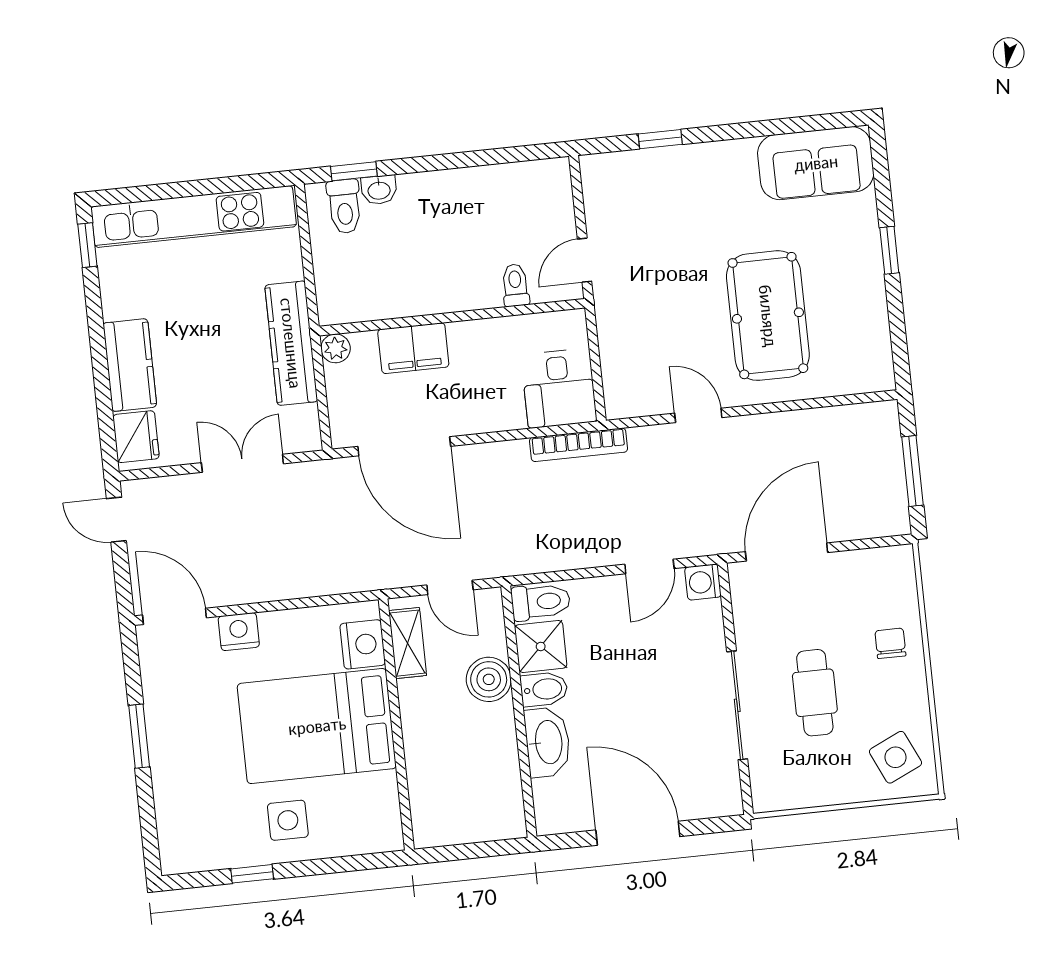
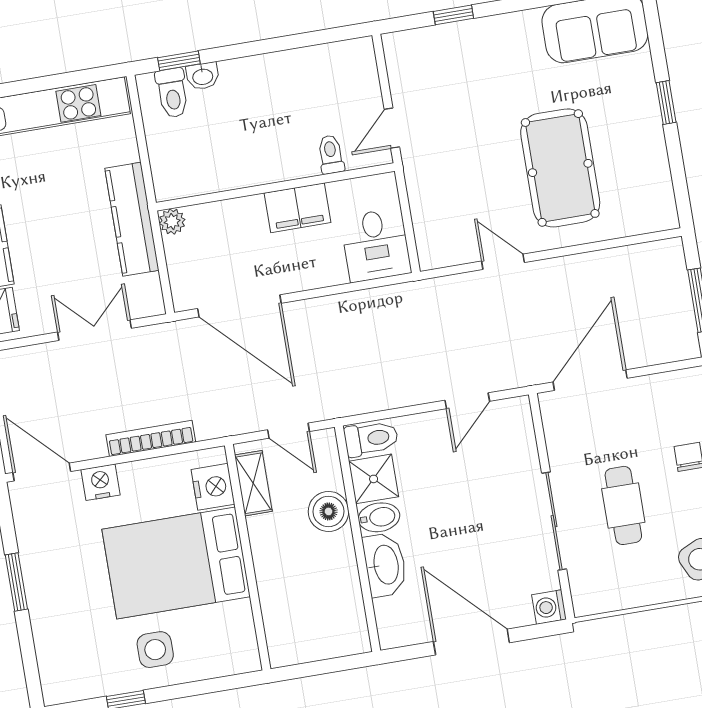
filing cabinet: (413, 348) -> (297, 208), moved
bookcase: (579, 445) -> (151, 438), moved, turned 180
washing machine: (703, 582) -> (549, 607), moved

